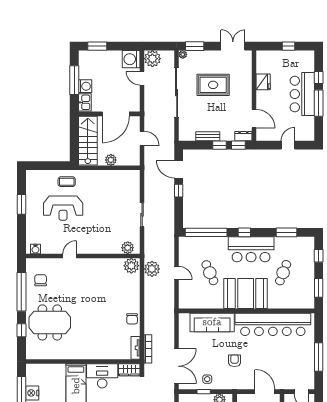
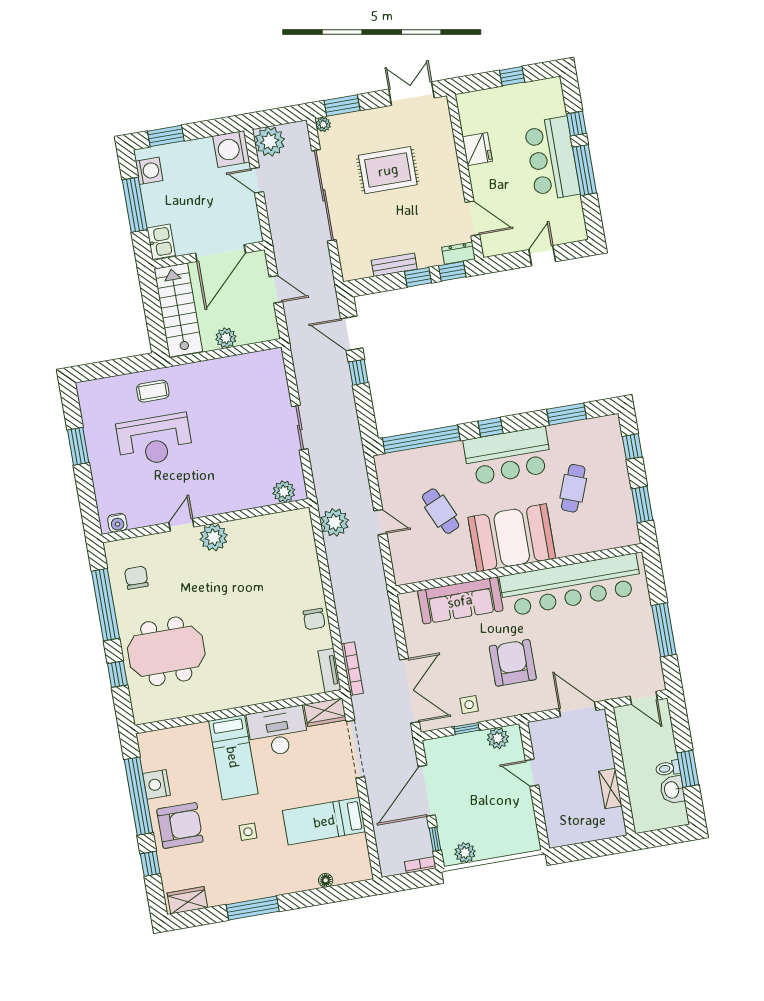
washing machine: (85, 86) -> (149, 171), moved
plant: (131, 266) -> (214, 537), moved
armchair: (235, 361) -> (513, 663), width x1.88, depth x1.88

